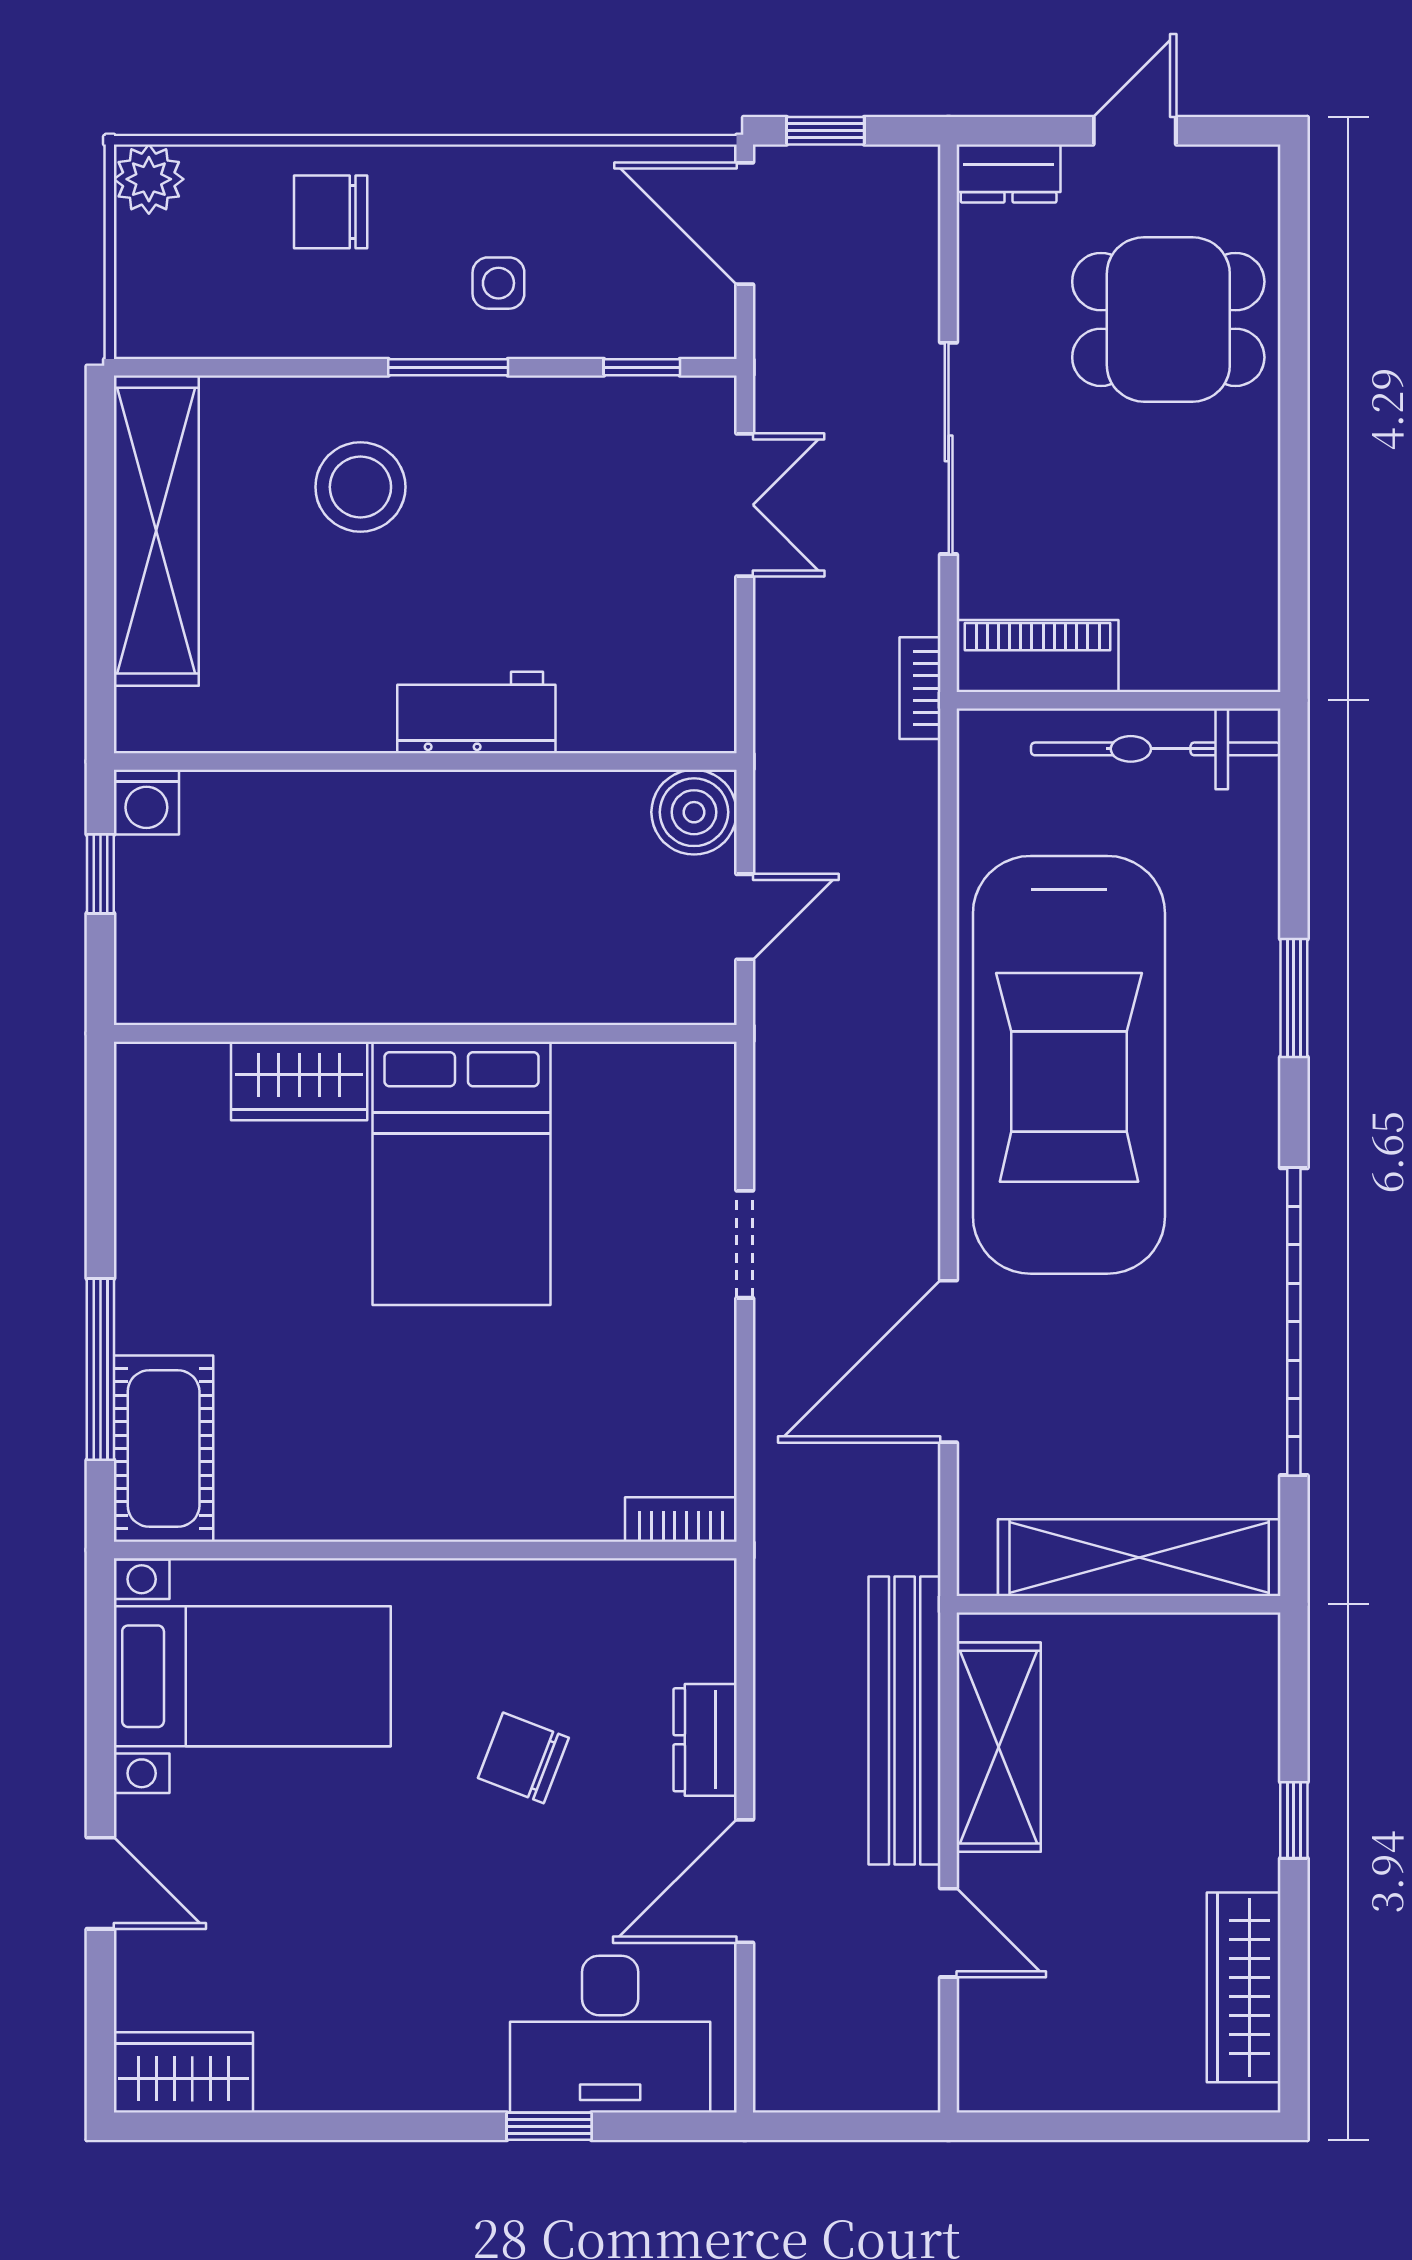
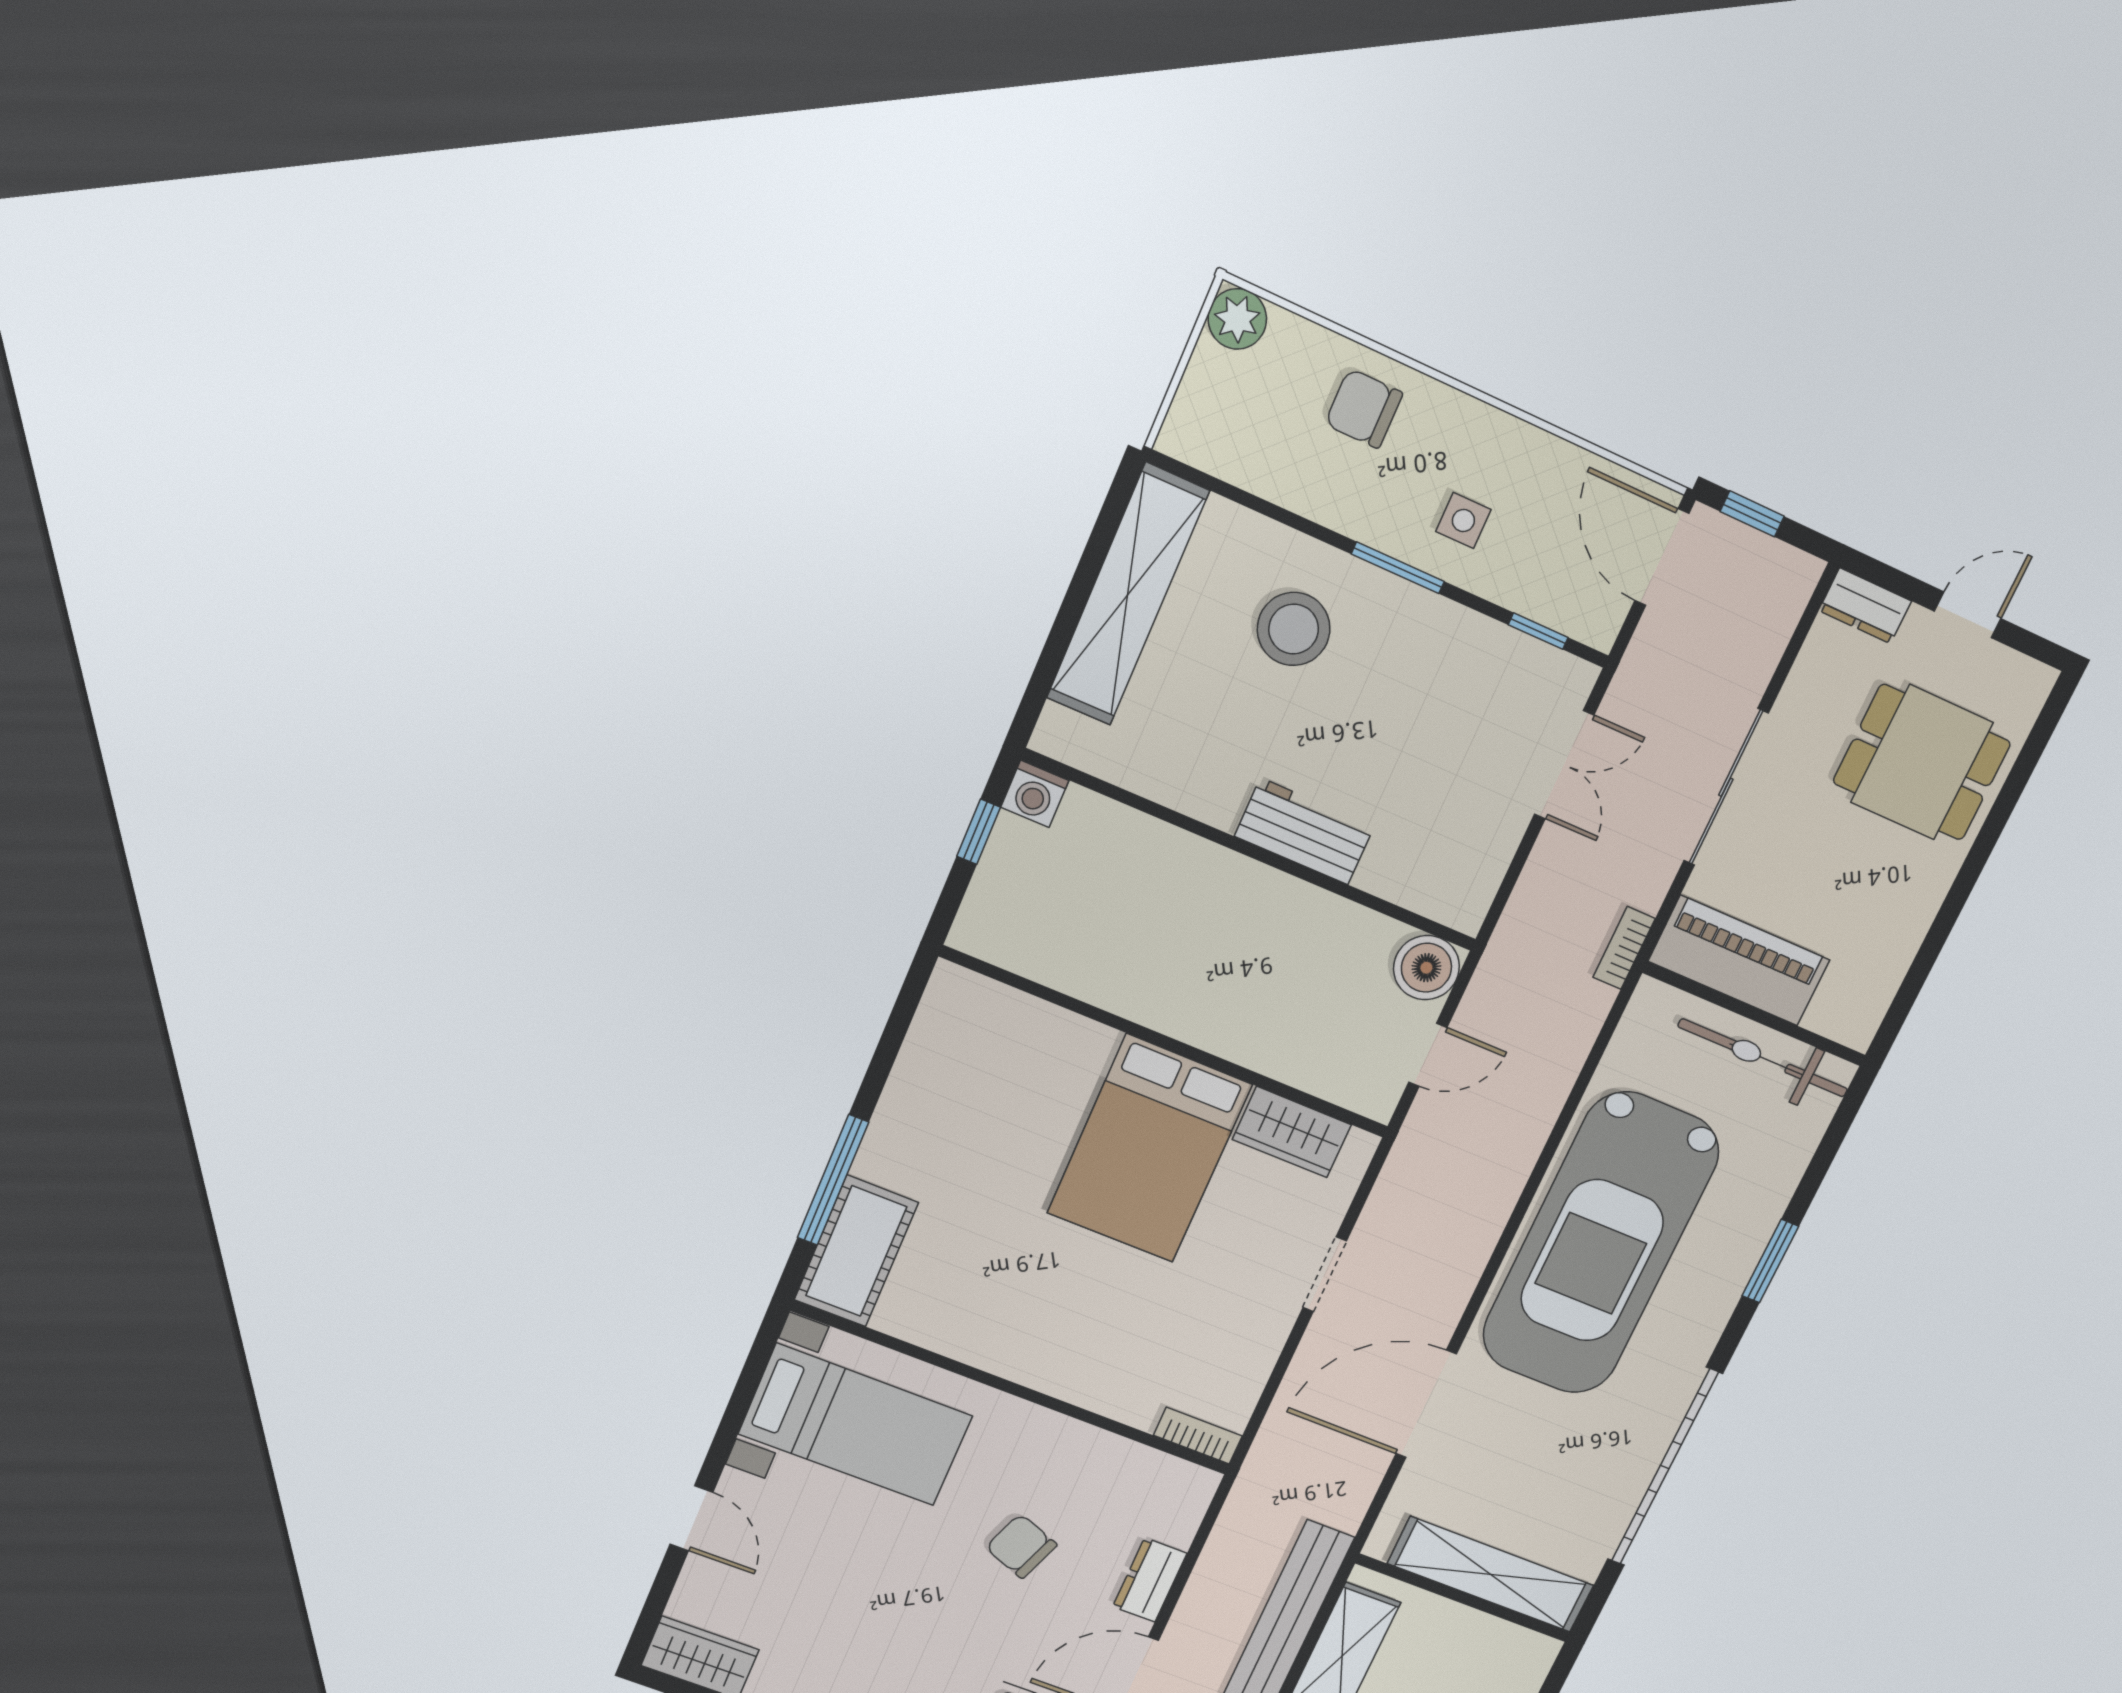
piano: (1038, 656) -> (1739, 961), width x1.37, depth x1.33
wardrobe: (299, 1081) -> (1292, 1132), moved

